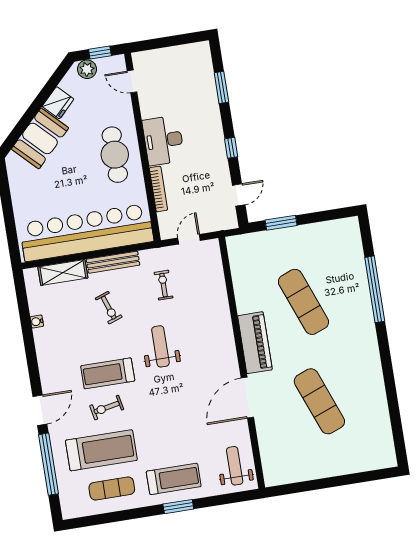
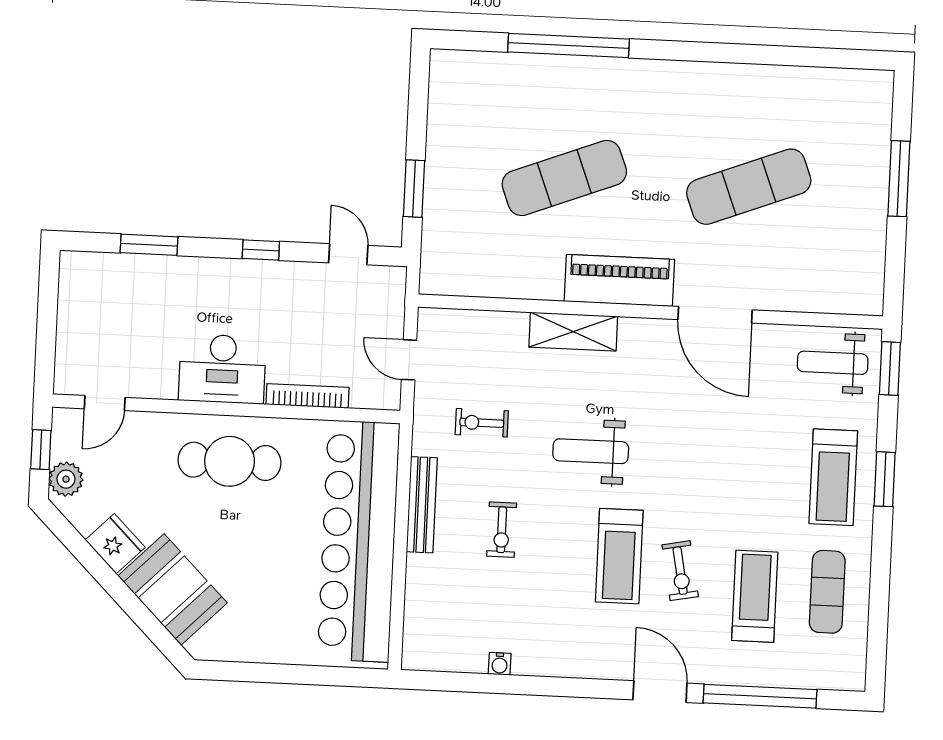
shelving: (63, 272) -> (573, 332), moved, turned 90
exercise bike: (109, 308) -> (502, 530), turned 109
treadmill: (101, 450) -> (755, 596), width x0.73, depth x0.73
treadmill: (174, 479) -> (833, 477), turned 180
window: (340, 481) -> (899, 179), added
window: (238, 497) -> (890, 369), added

